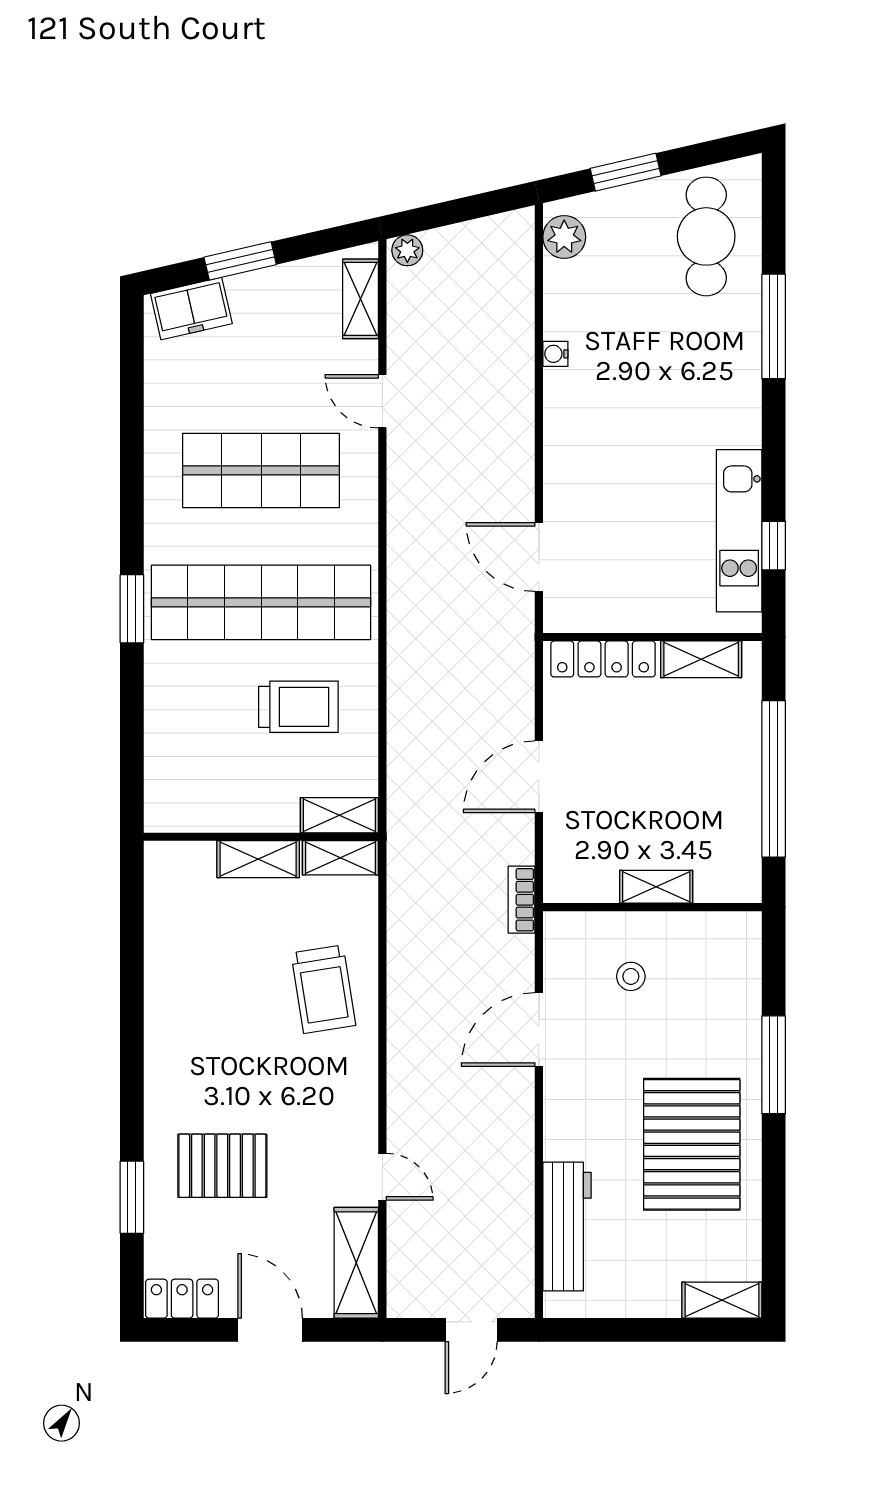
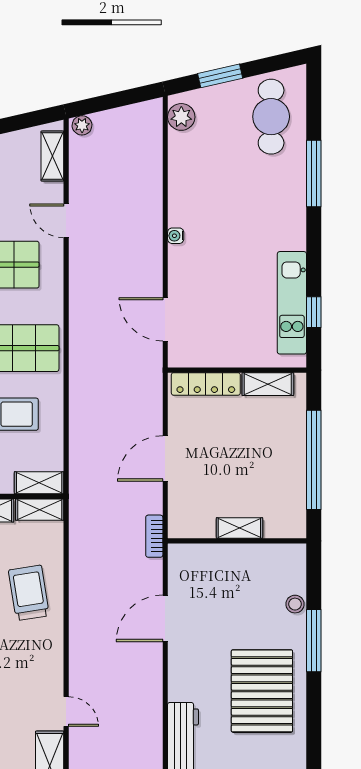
water cooler: (555, 354) -> (176, 236), moved
stool: (631, 976) -> (295, 604), moved
trolley: (323, 989) -> (29, 593), turned 180

